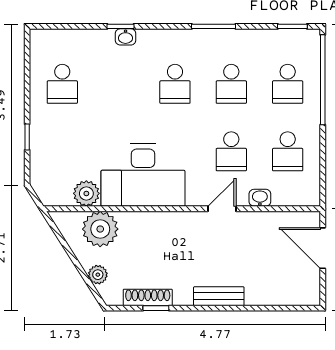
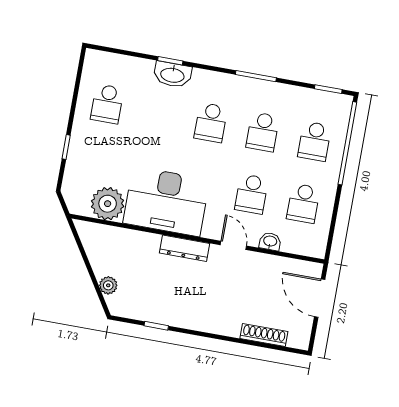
washbasin: (126, 37) -> (172, 75), width x1.91, depth x1.45
plant: (86, 193) -> (108, 204), width x1.36, depth x1.36
door: (222, 209) -> (233, 245), hinge flipped
dresser: (171, 221) -> (185, 248), added
plant: (100, 229) -> (118, 244), removed
bench: (219, 296) -> (216, 325), removed
shoe rack: (148, 297) -> (264, 335), moved

